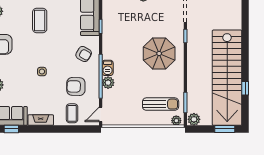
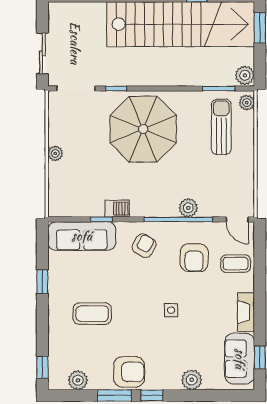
parasol: (159, 53) -> (143, 129), width x1.36, depth x1.36
barbecue: (108, 68) -> (117, 209), moved

